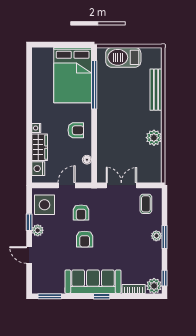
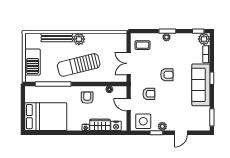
bed: (73, 75) -> (46, 117), moved
sun lounger: (119, 119) -> (79, 65), added
plant: (154, 138) -> (79, 39), moved
armchair: (85, 239) -> (167, 75), moved

